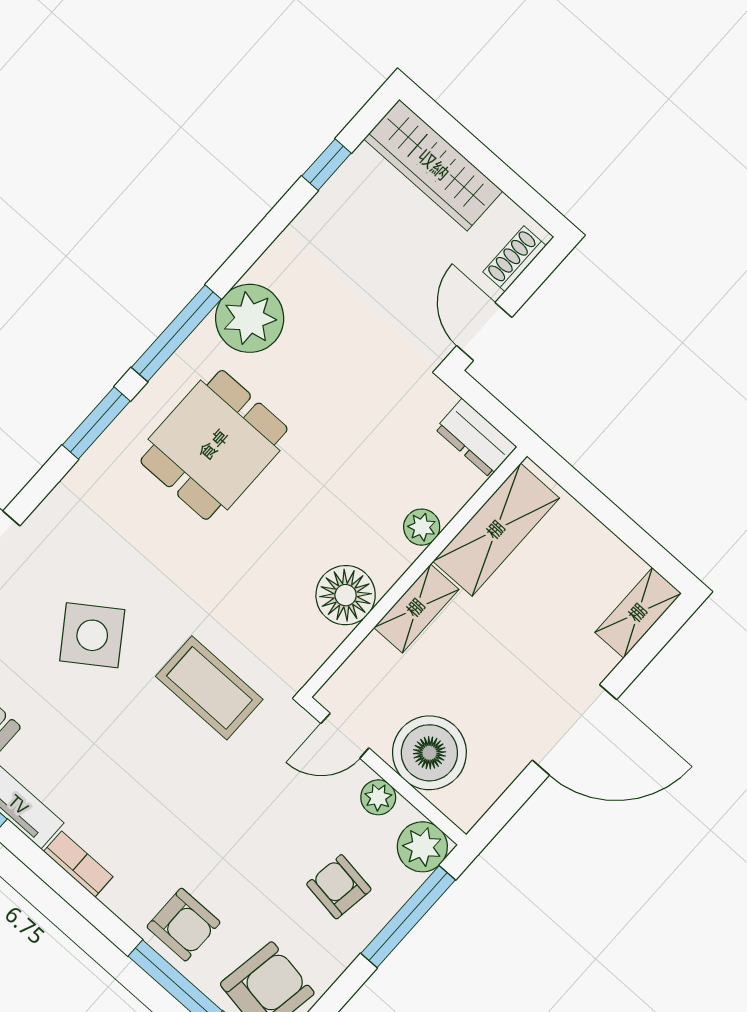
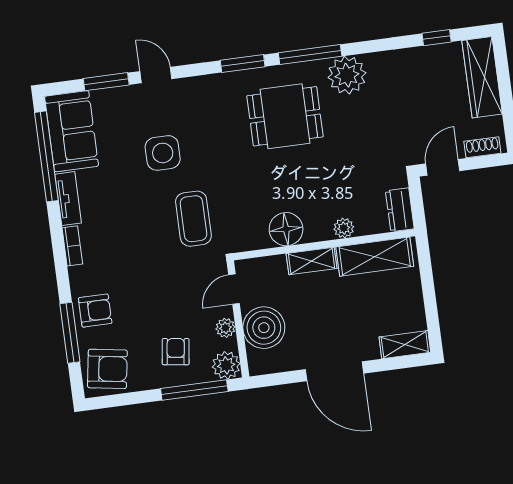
side table: (92, 635) -> (163, 153), turned 35
door: (345, 736) -> (234, 289), hinge flipped
armchair: (183, 925) -> (95, 311), turned -90

